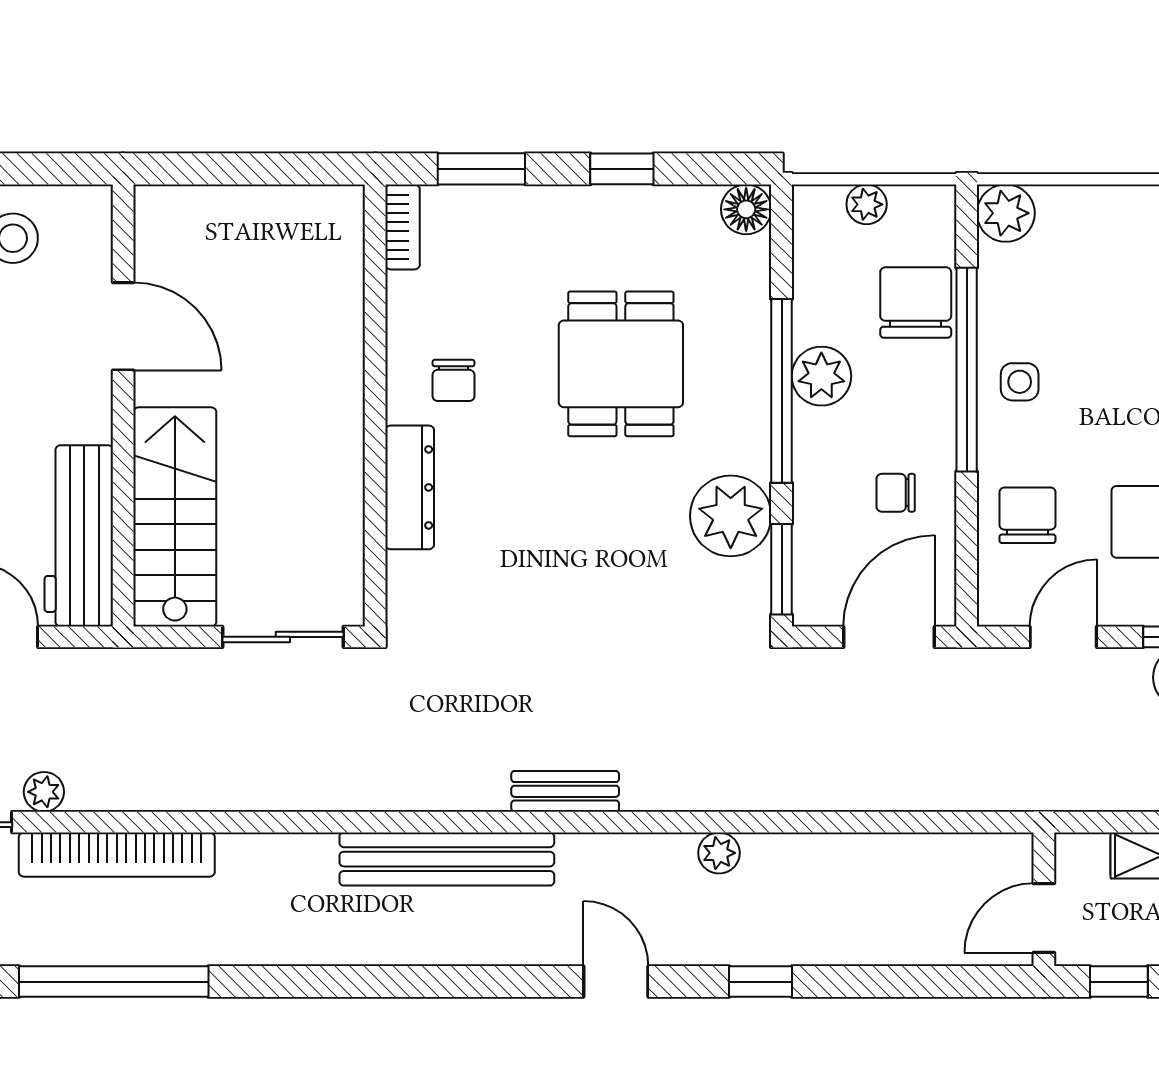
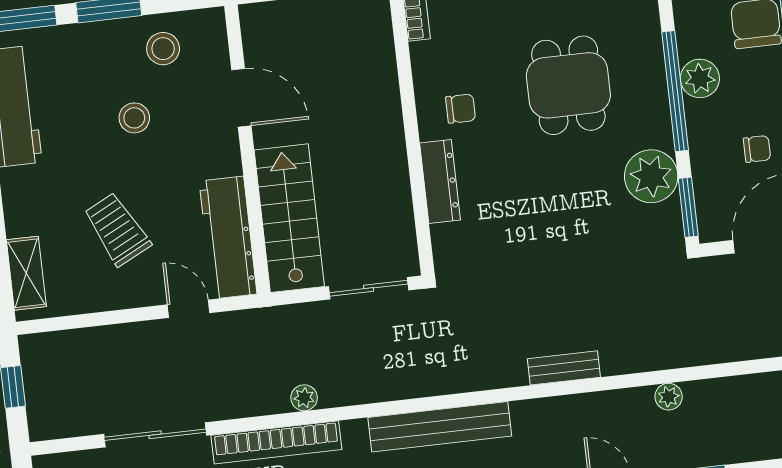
chair: (453, 380) -> (461, 109), turned -90
chair: (896, 493) -> (757, 149), turned 180
plant: (44, 792) -> (304, 398), moved
bench: (447, 859) -> (440, 427), moved

